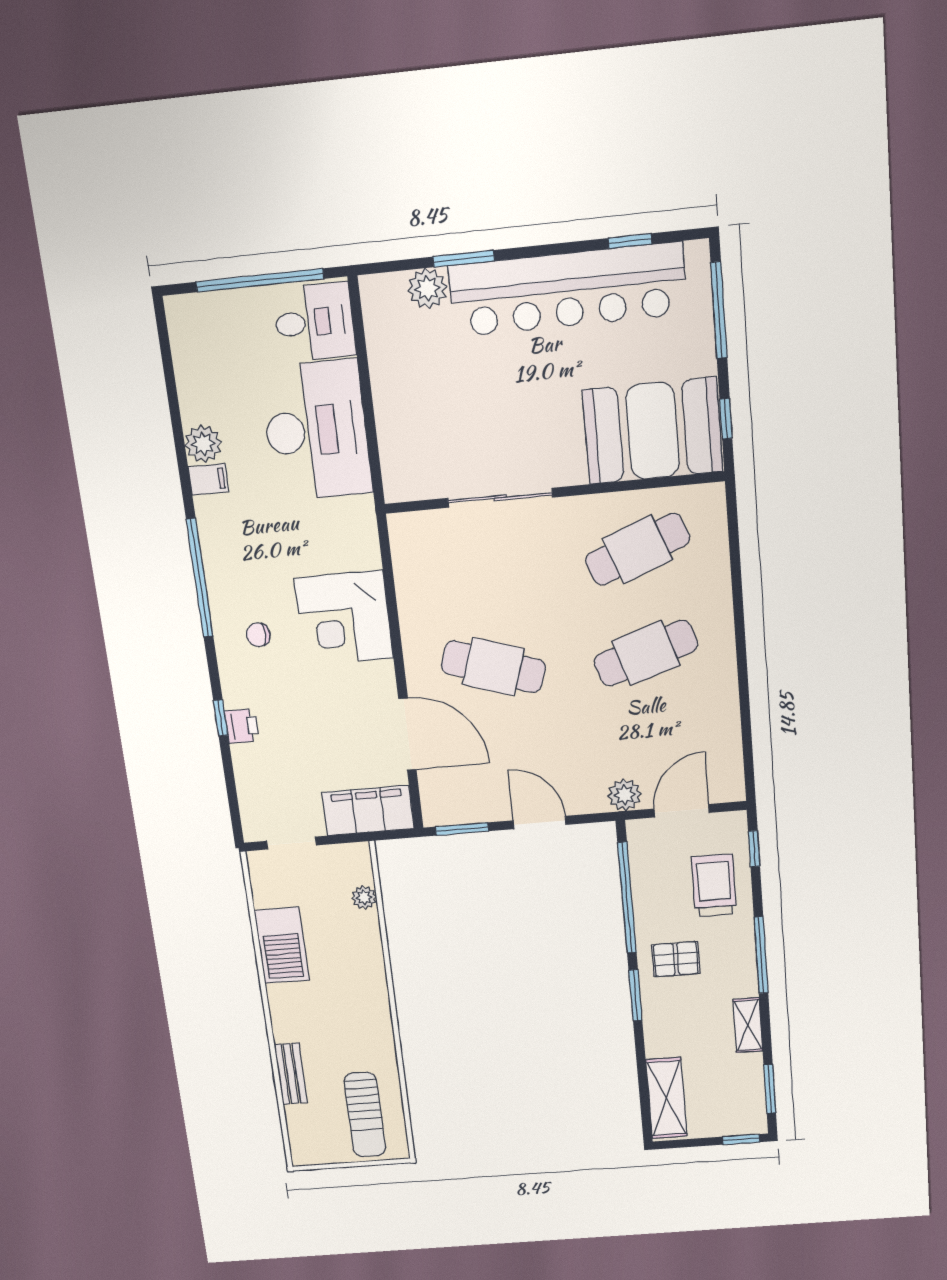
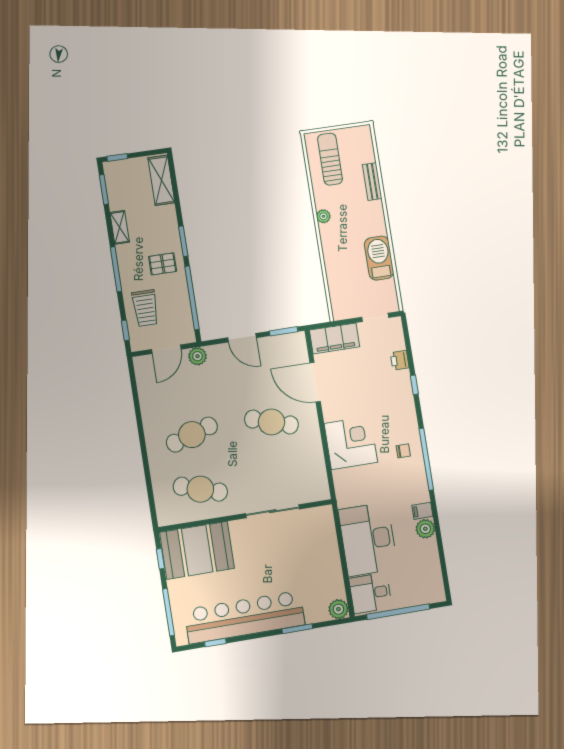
plant: (427, 288) -> (338, 609), moved
cafe table: (637, 549) -> (200, 489), turned 39
chair: (258, 635) -> (403, 451), moved
printer: (242, 726) -> (400, 360), moved
plant: (364, 897) -> (323, 216), moved

